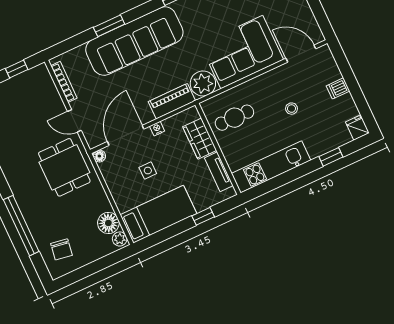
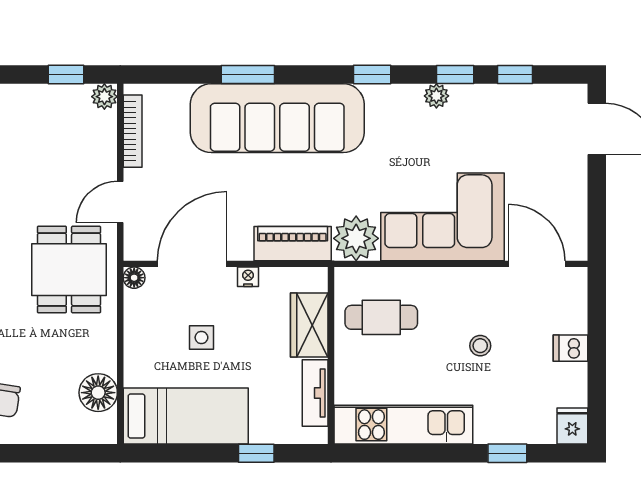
door: (74, 121) -> (120, 202), hinge flipped
plant: (120, 239) -> (104, 97), moved

